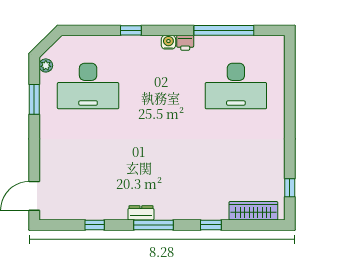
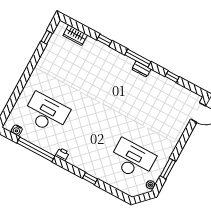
water cooler: (168, 42) -> (17, 130), moved
wardrobe: (253, 211) -> (75, 35), width x0.67

